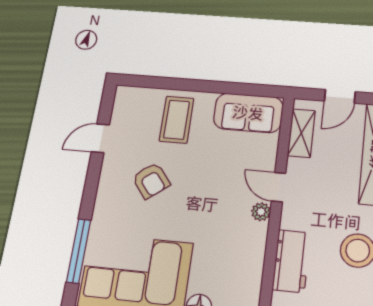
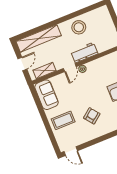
door: (340, 96) -> (22, 64), hinge flipped
door: (100, 138) -> (71, 151), moved
workbench: (291, 261) -> (84, 53), moved

